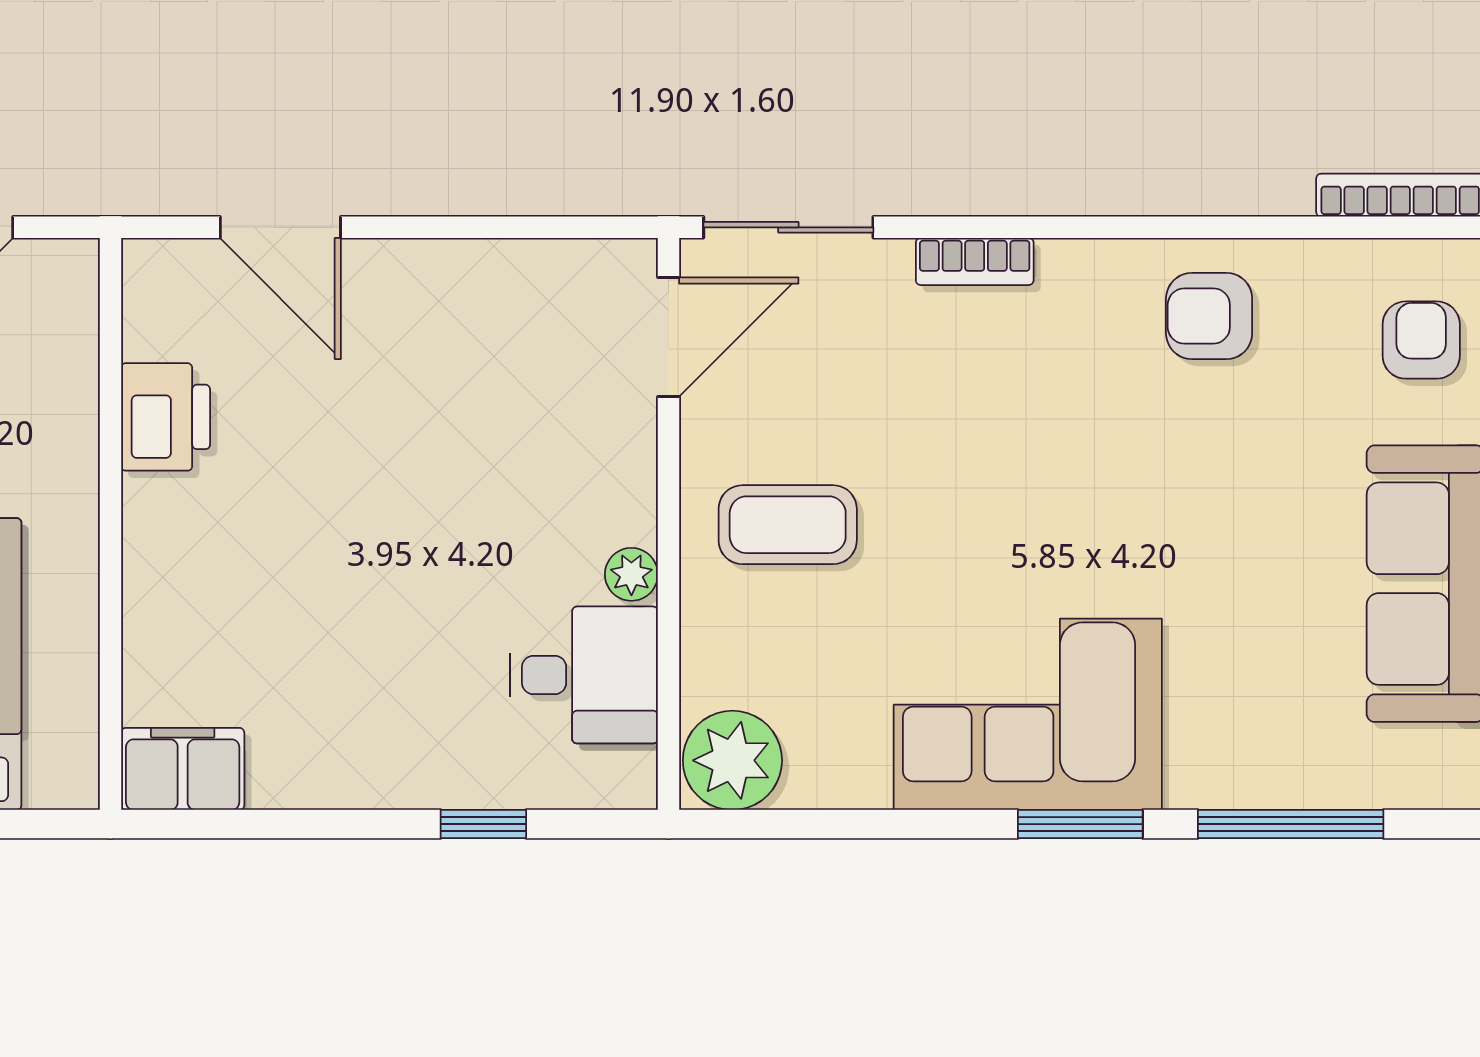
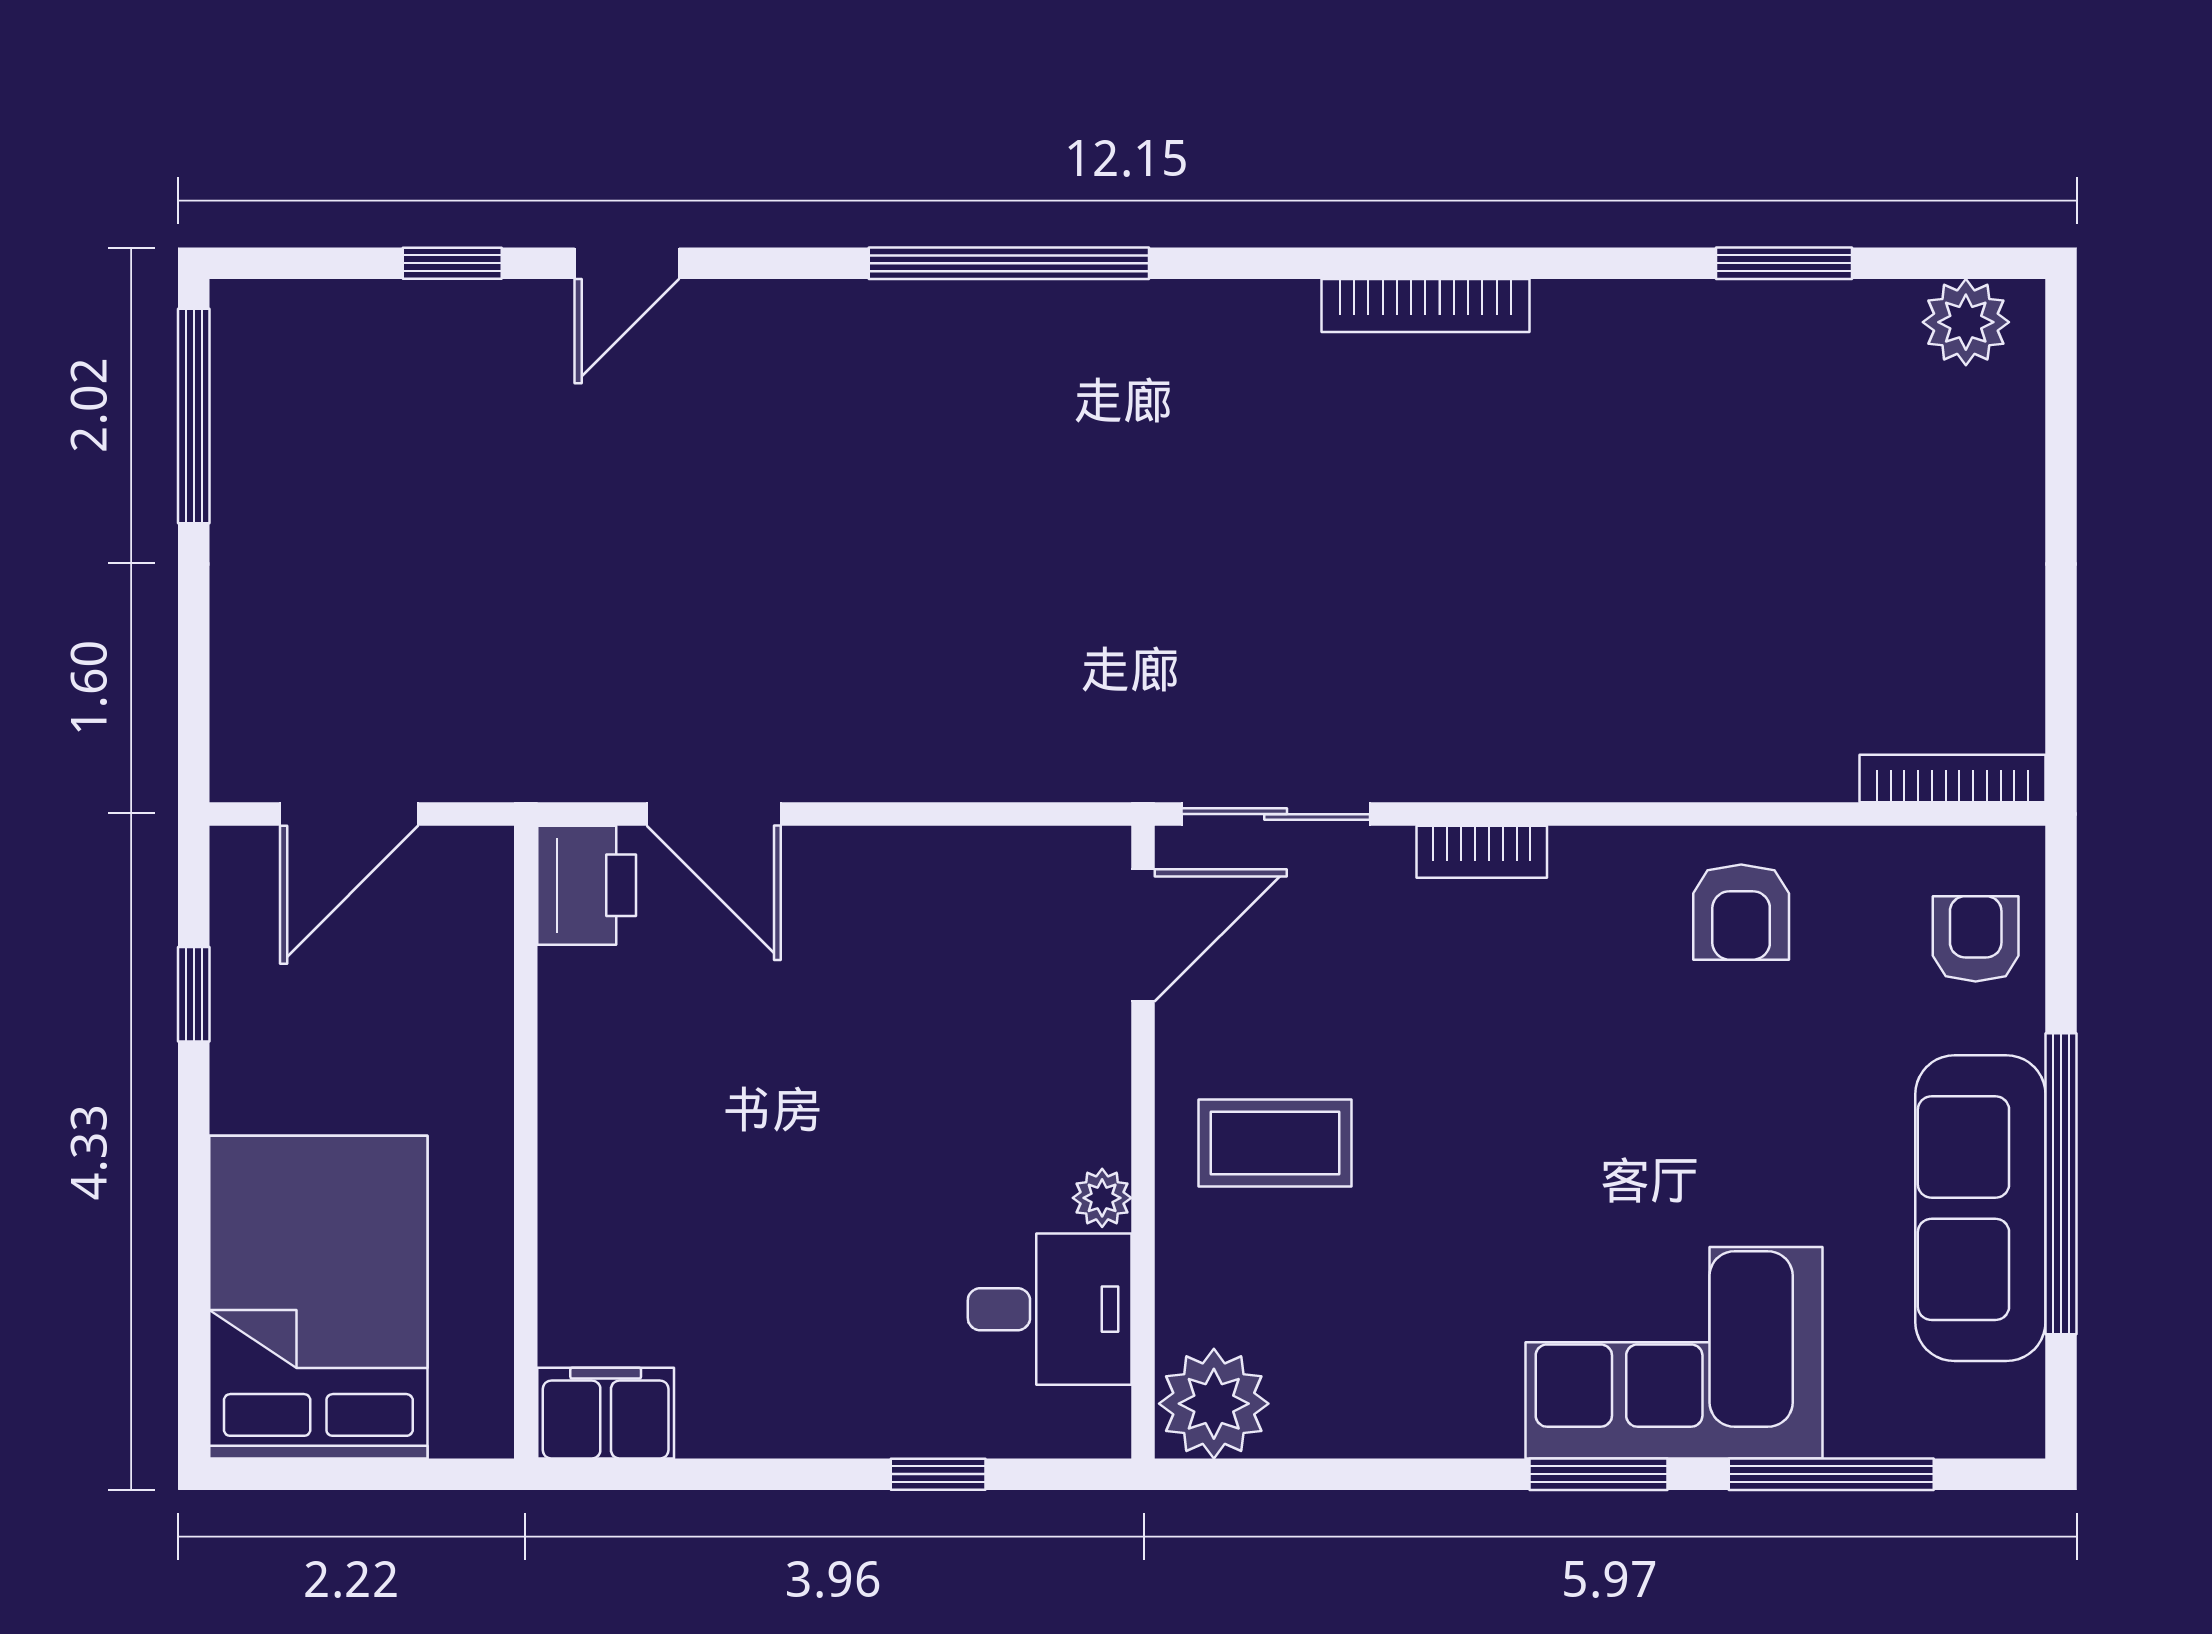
armchair: (1209, 316) -> (1741, 912), turned -90
printer: (166, 417) -> (587, 885), moved
corner sofa: (1028, 714) -> (1674, 1353), moved

